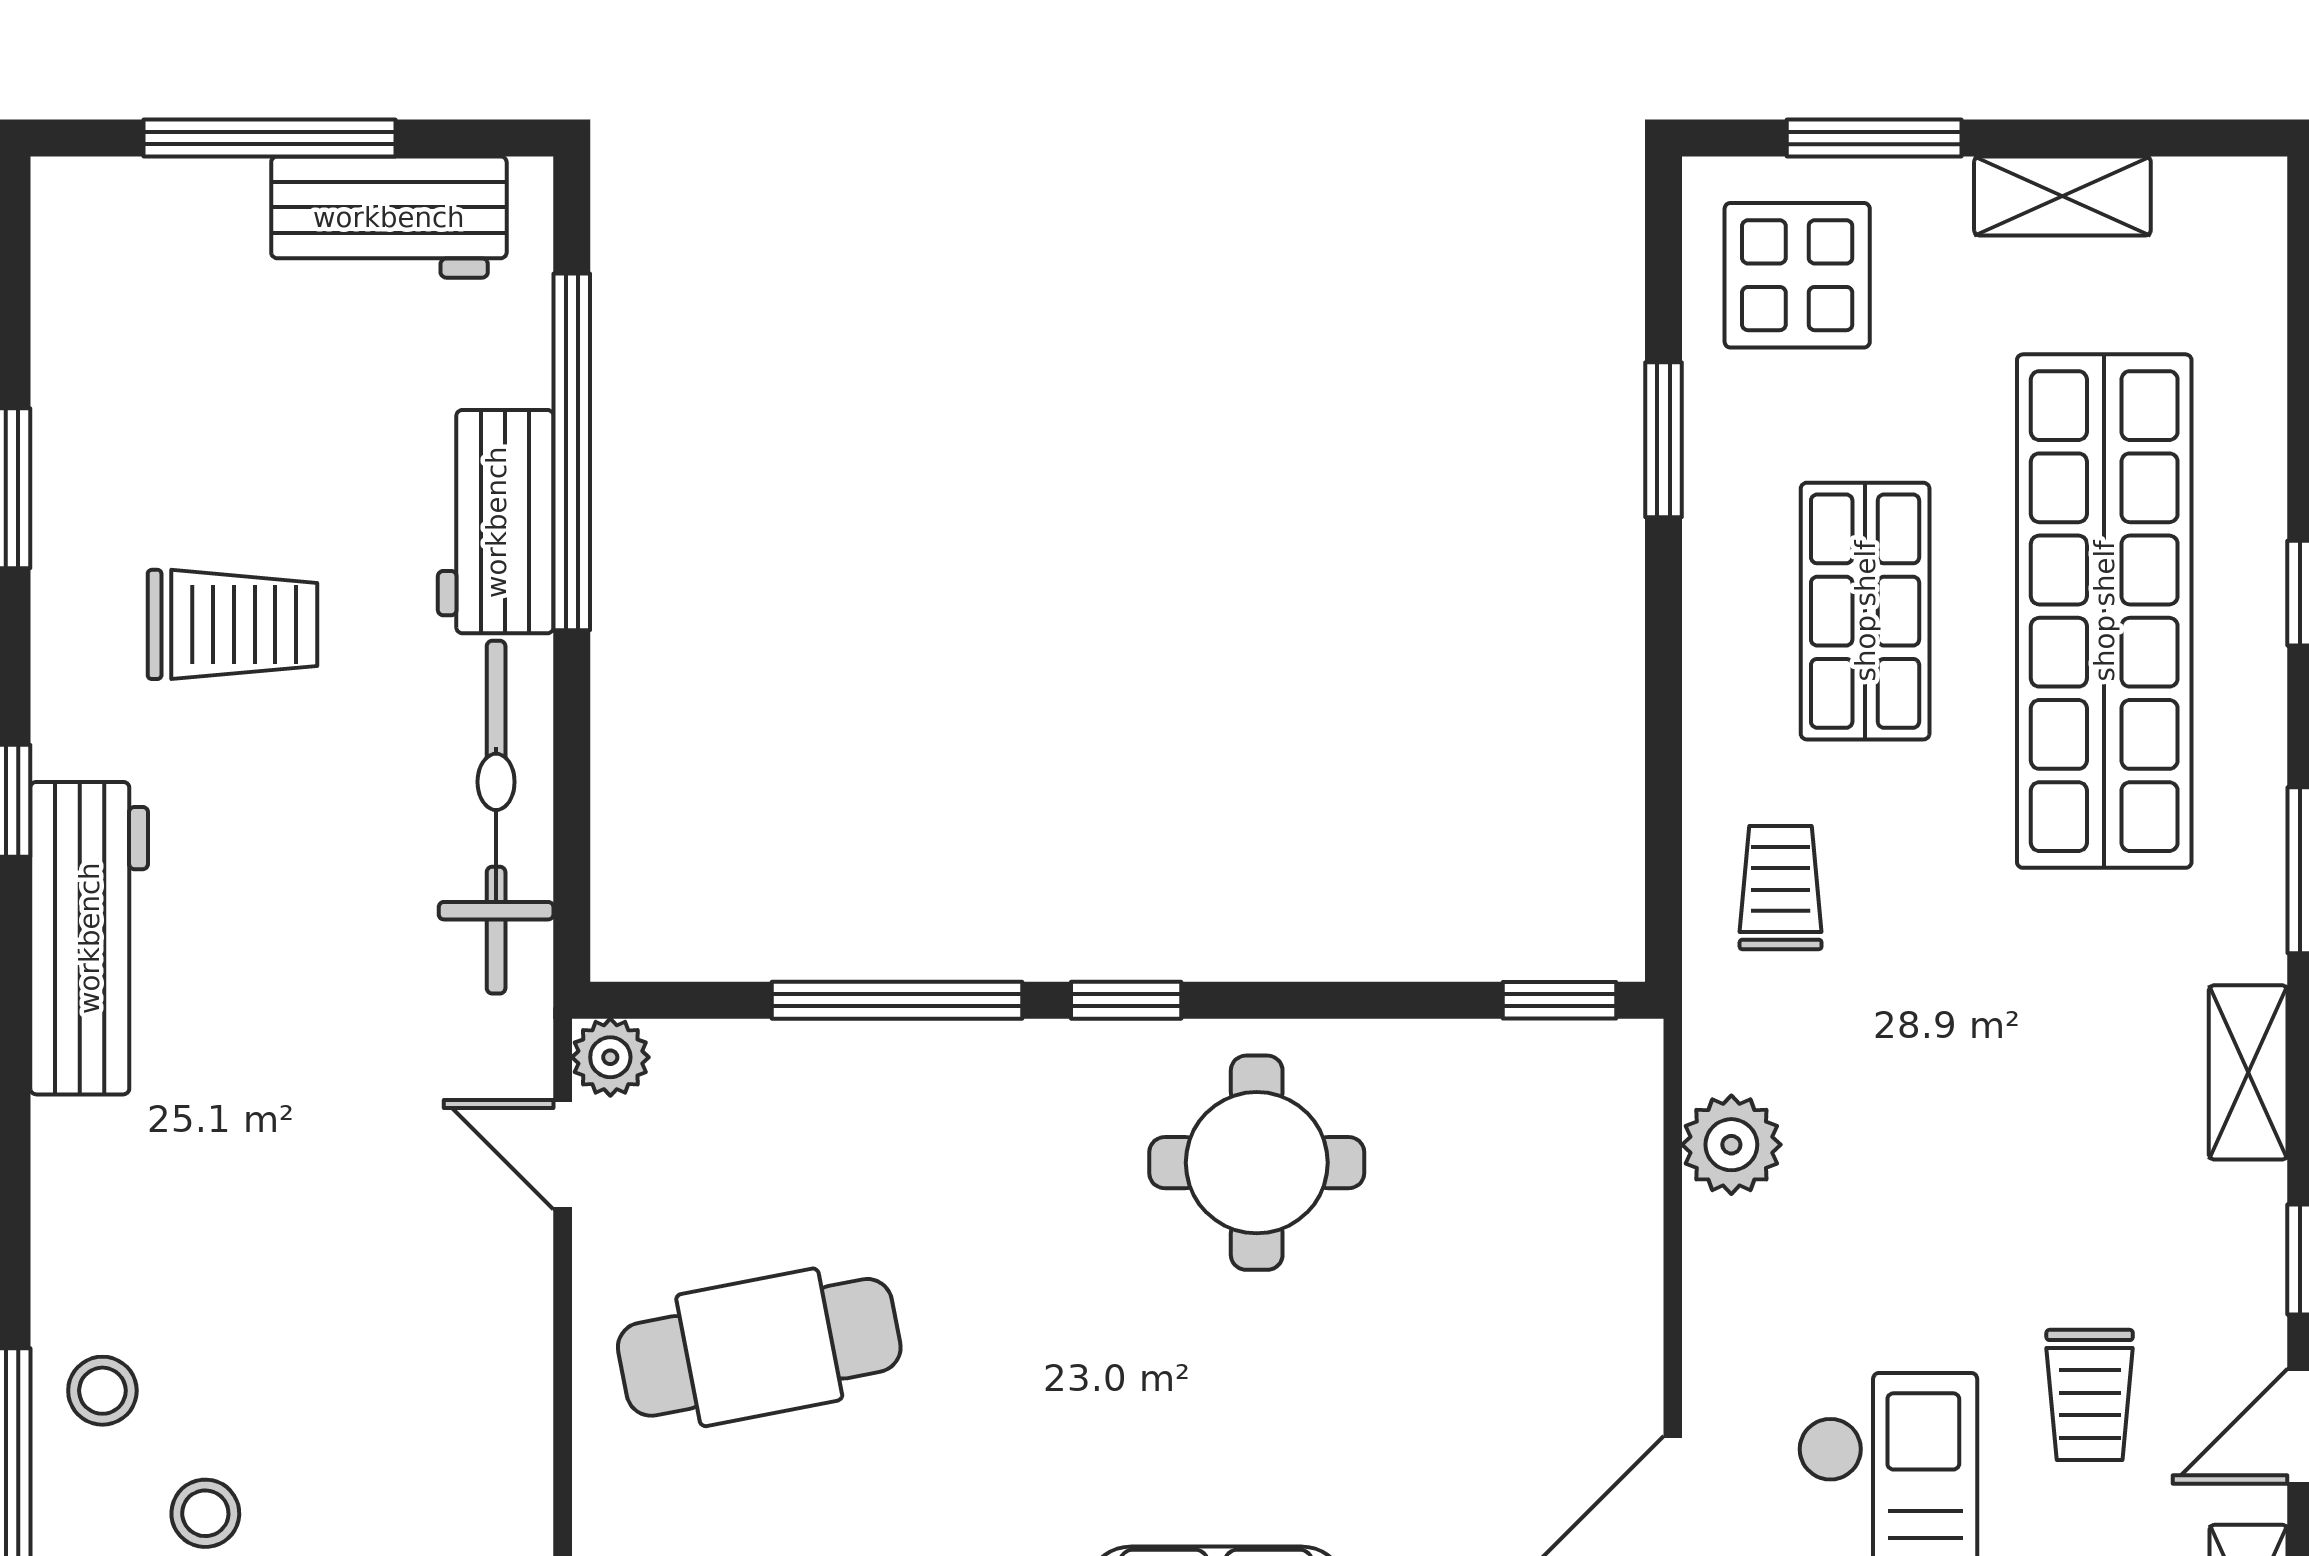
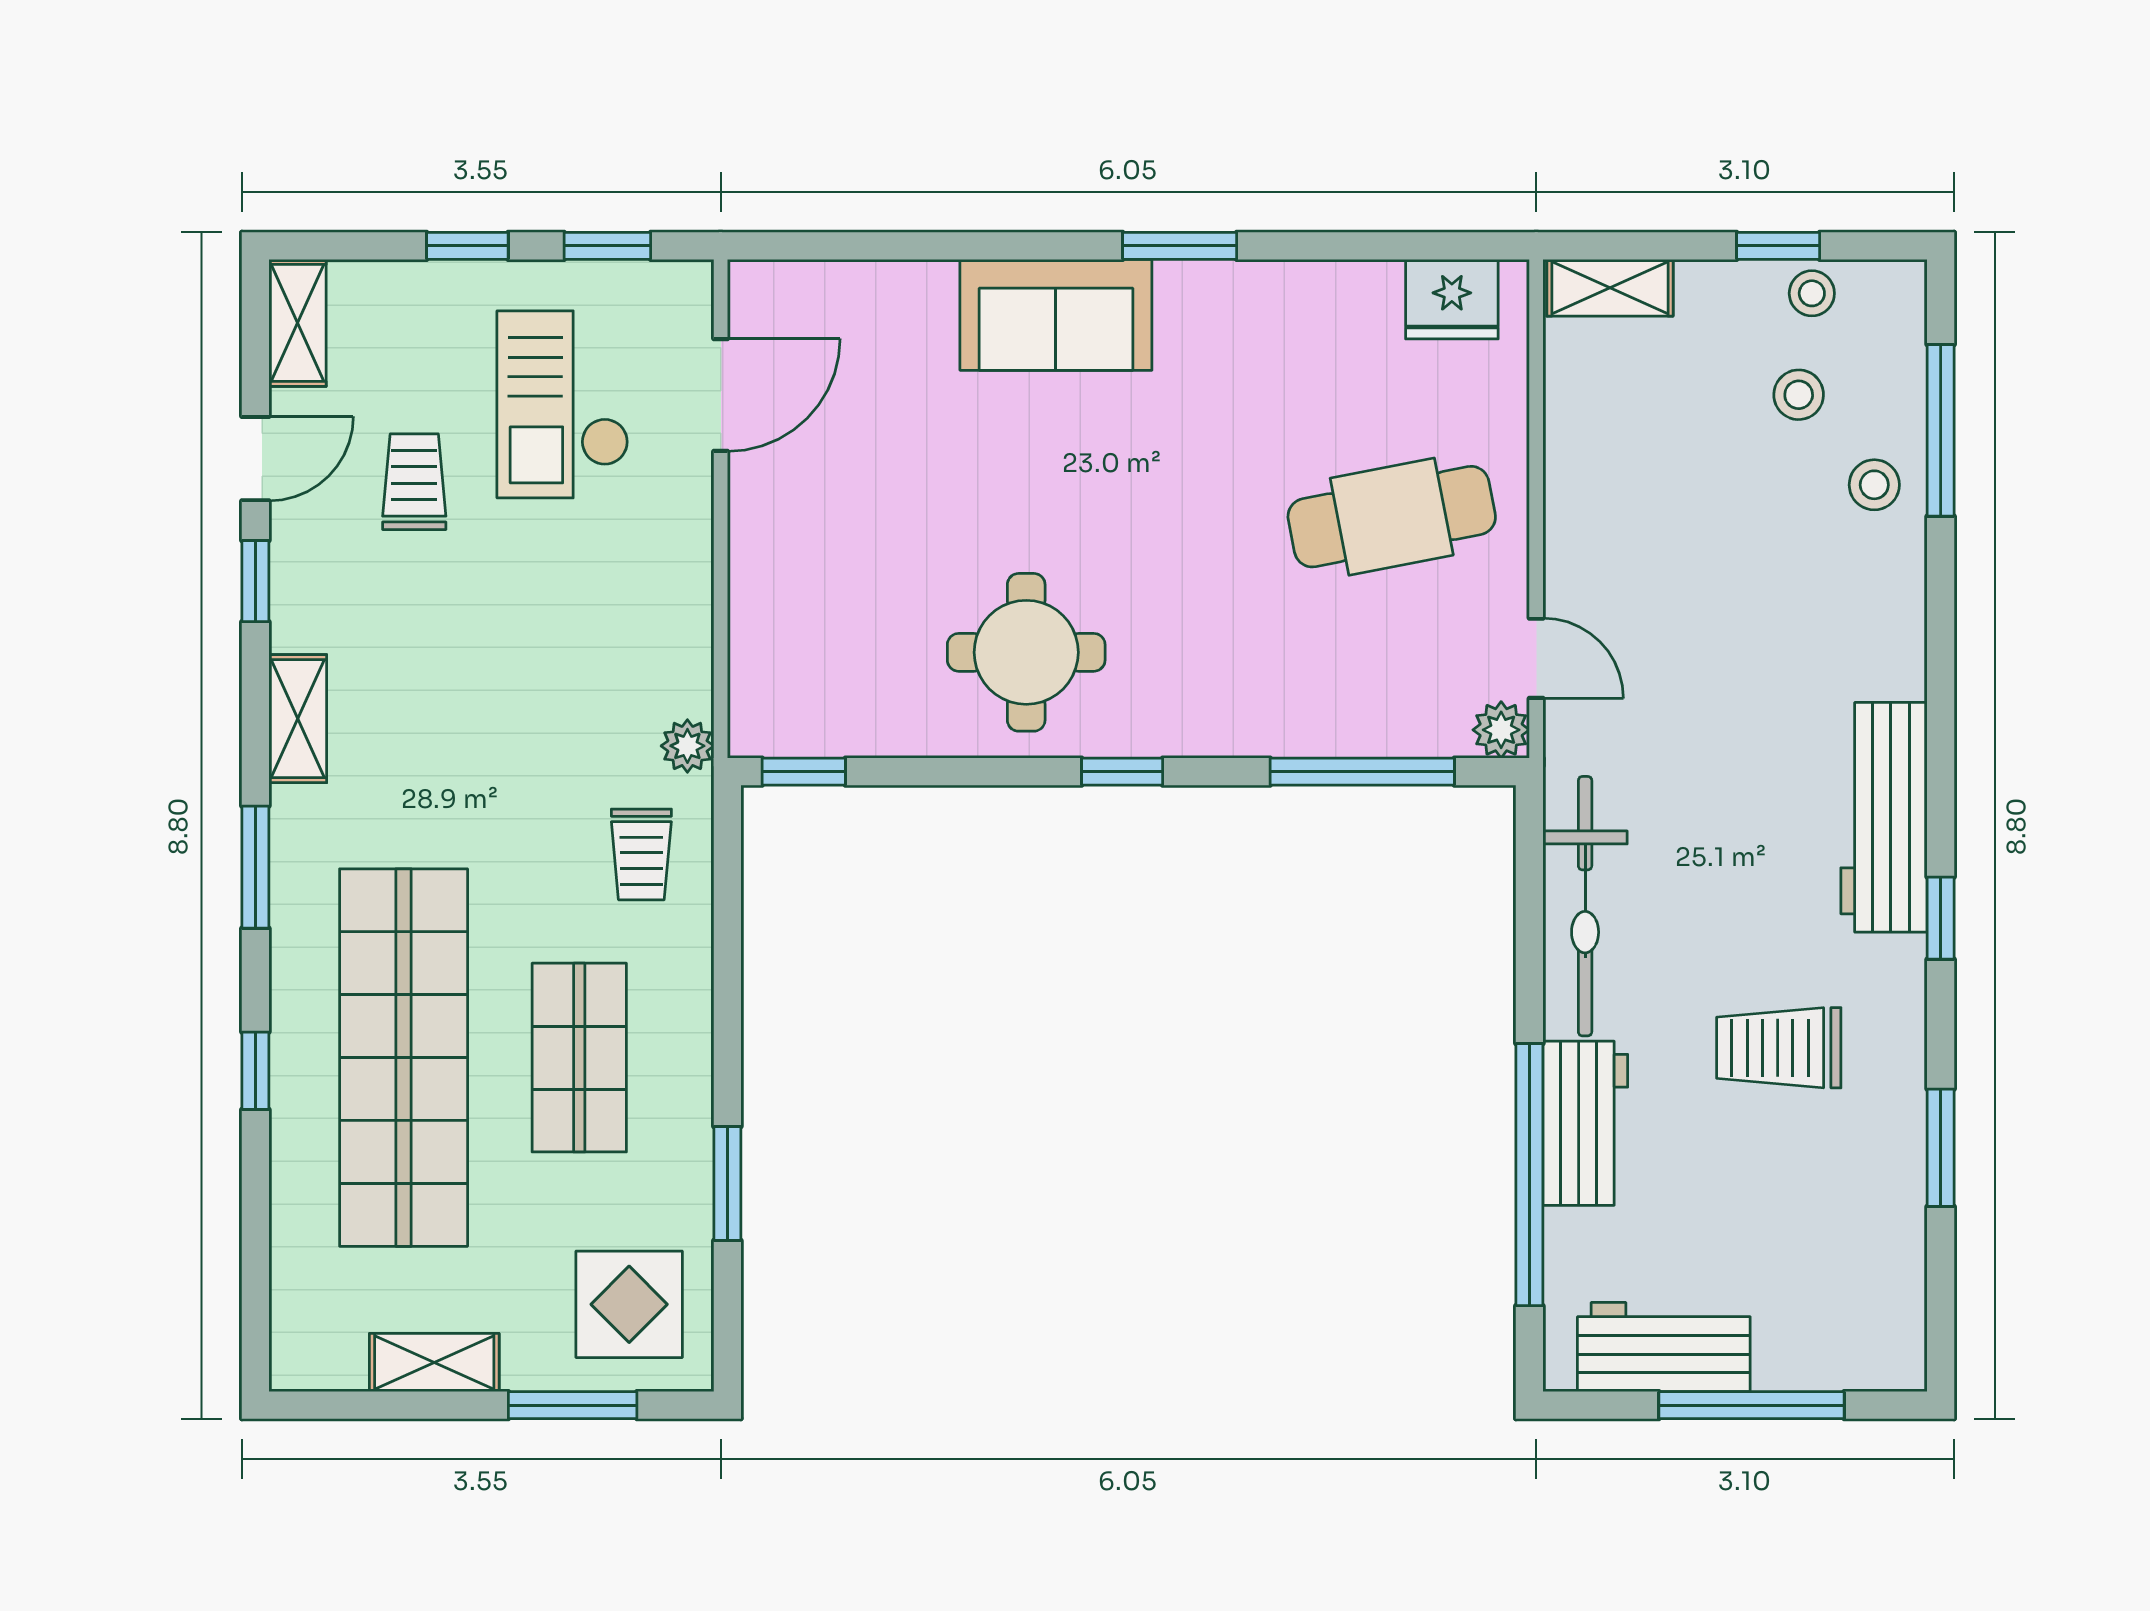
window: (897, 1000) -> (1362, 772), moved
plant: (1731, 1145) -> (687, 746), moved, width x0.73, depth x0.73

